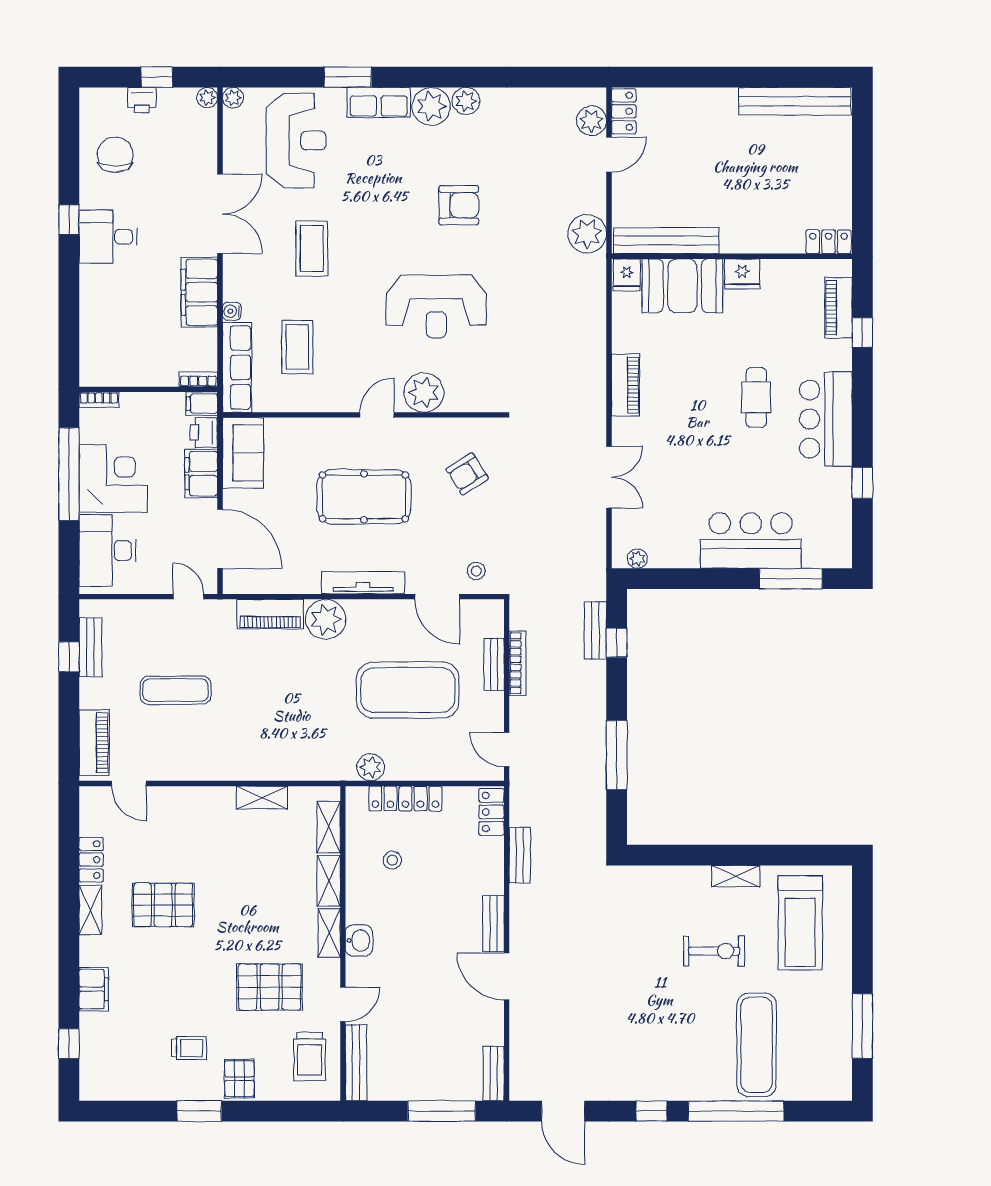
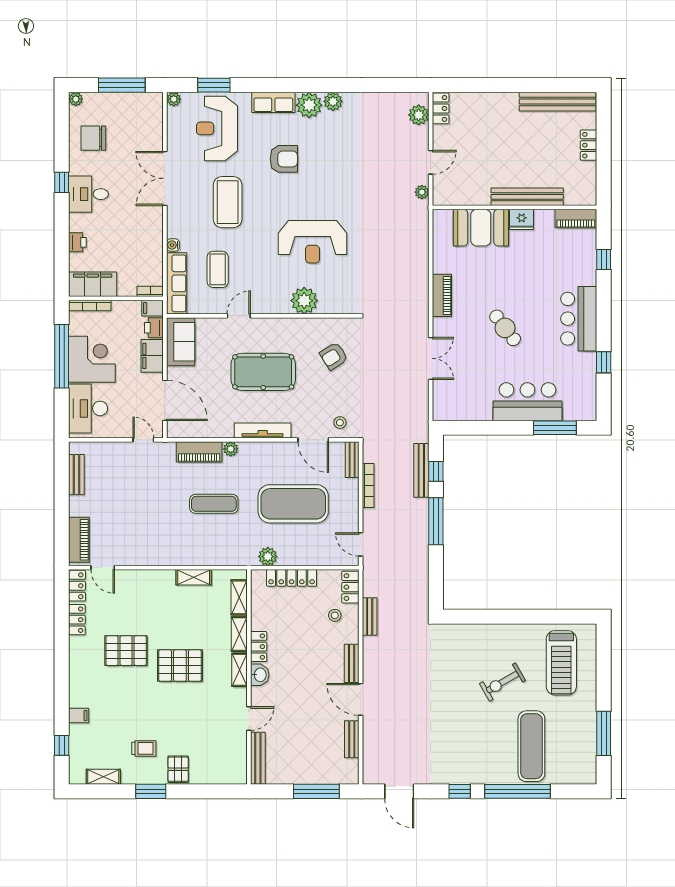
window: (157, 77) -> (122, 85), width x2.17
window: (348, 77) -> (214, 85), moved
plant: (207, 98) -> (76, 99), moved
printer: (142, 100) -> (77, 242), moved, turned -90
reception desk: (296, 141) -> (217, 128), turned 180
chair: (115, 155) -> (93, 138), turned -90
door: (609, 155) -> (431, 162), moved
armchair: (459, 205) -> (284, 159), moved
double door: (220, 214) -> (165, 178), swing flipped
plant: (587, 234) -> (422, 192), width x0.53, depth x0.53
bench: (666, 241) -> (527, 197), moved
locker: (829, 242) -> (589, 145), moved, turned -90
coffee table: (312, 248) -> (228, 202), width x1.36, depth x1.32
fridge: (627, 275) -> (443, 220), removed
filing cabinet: (199, 292) -> (93, 284), moved, turned 90
piano: (839, 308) -> (576, 219), moved, turned -90
cafe table: (756, 397) -> (505, 328), moved, turned -37
bookcase: (99, 400) -> (90, 305), width x1.56
door: (377, 415) -> (239, 316), moved
plant: (637, 559) -> (450, 414), removed
plant: (326, 619) -> (231, 449), width x0.53, depth x0.53
bench: (595, 631) -> (421, 470), width x1.36
window: (69, 657) -> (62, 481), removed
bench: (494, 664) -> (352, 460), moved
exercise mat: (175, 690) -> (214, 504), moved
window: (617, 755) -> (436, 521), moved
locker: (91, 810) -> (77, 586), added
stool: (392, 860) -> (335, 615), moved
shelving: (736, 876) -> (517, 631), removed
locker: (357, 899) -> (259, 647), added
shelving: (90, 910) -> (103, 777), moved, turned 90
exercise bike: (714, 951) -> (502, 682), turned 150
pallet: (270, 987) -> (180, 666), moved
filing cabinet: (94, 989) -> (79, 716), width x0.50
trolley: (310, 1056) -> (226, 754), removed
bench: (494, 1074) -> (352, 739), moved

